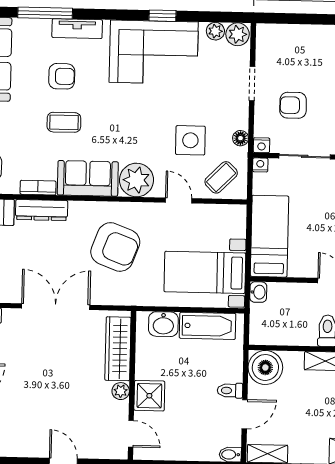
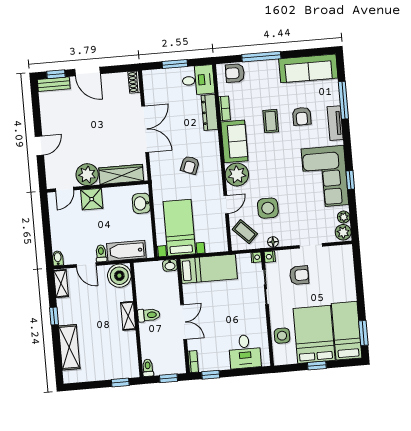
armchair: (293, 105) -> (299, 275), turned 90
armchair: (115, 247) -> (190, 165), width x0.53, depth x0.53
bathtub: (208, 326) -> (126, 251), moved, turned 90
plant: (121, 391) -> (87, 175), width x1.88, depth x1.88

